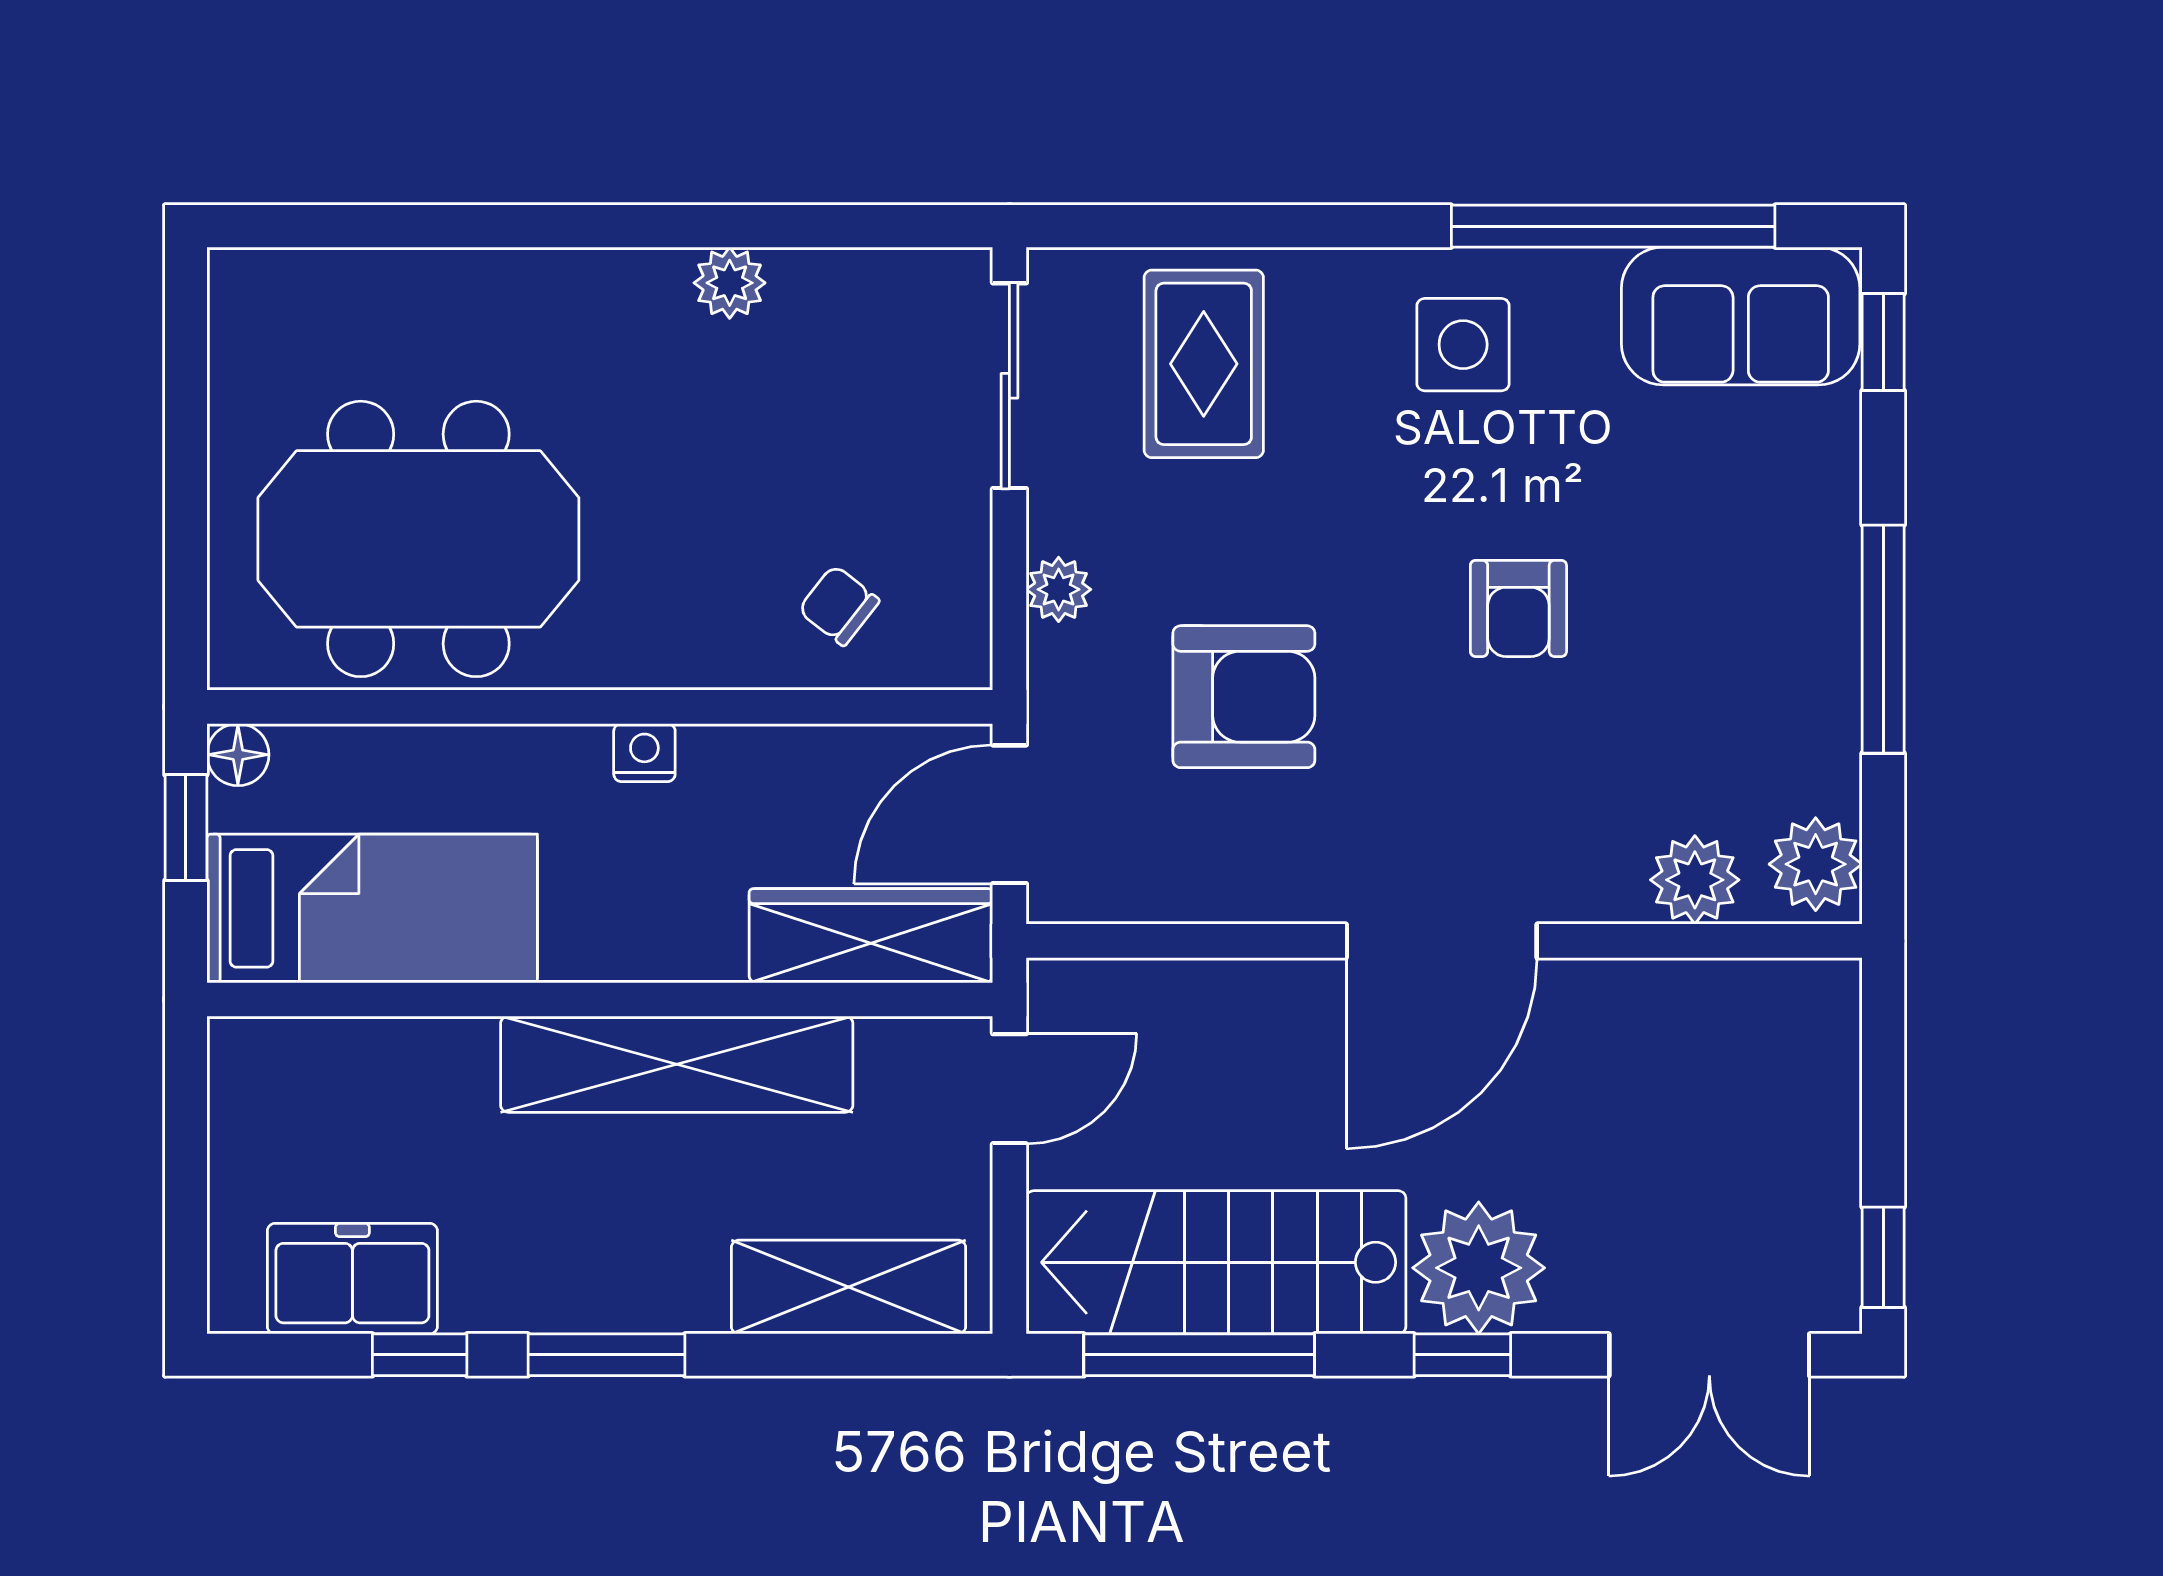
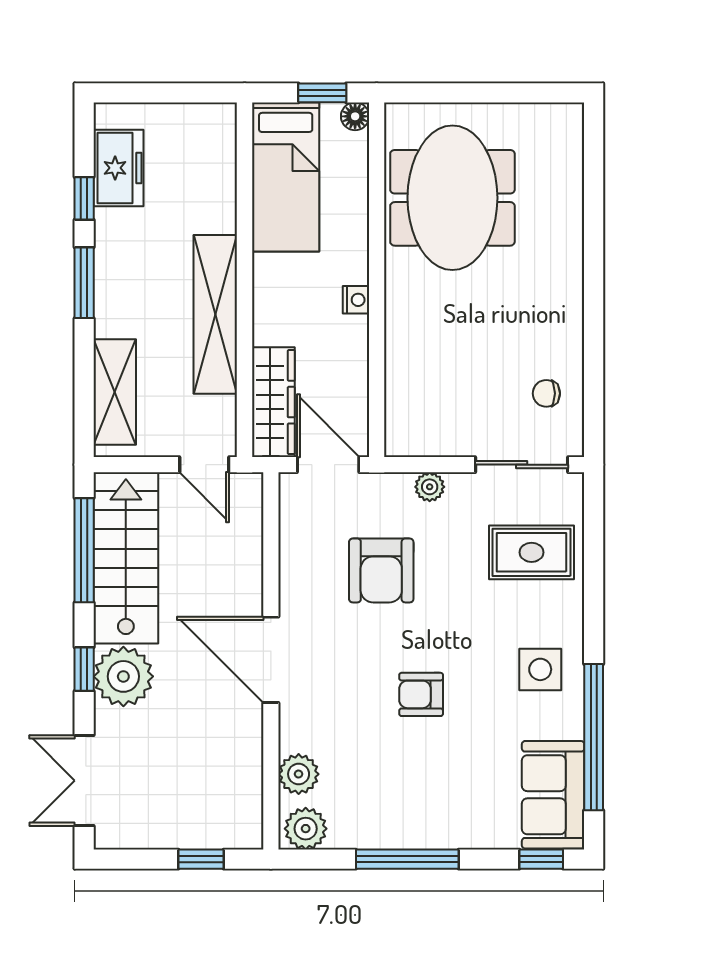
plant: (730, 283) -> (568, 338), removed
chair: (839, 605) -> (546, 393), moved, turned -128
window: (1883, 1257) -> (201, 859), moved

